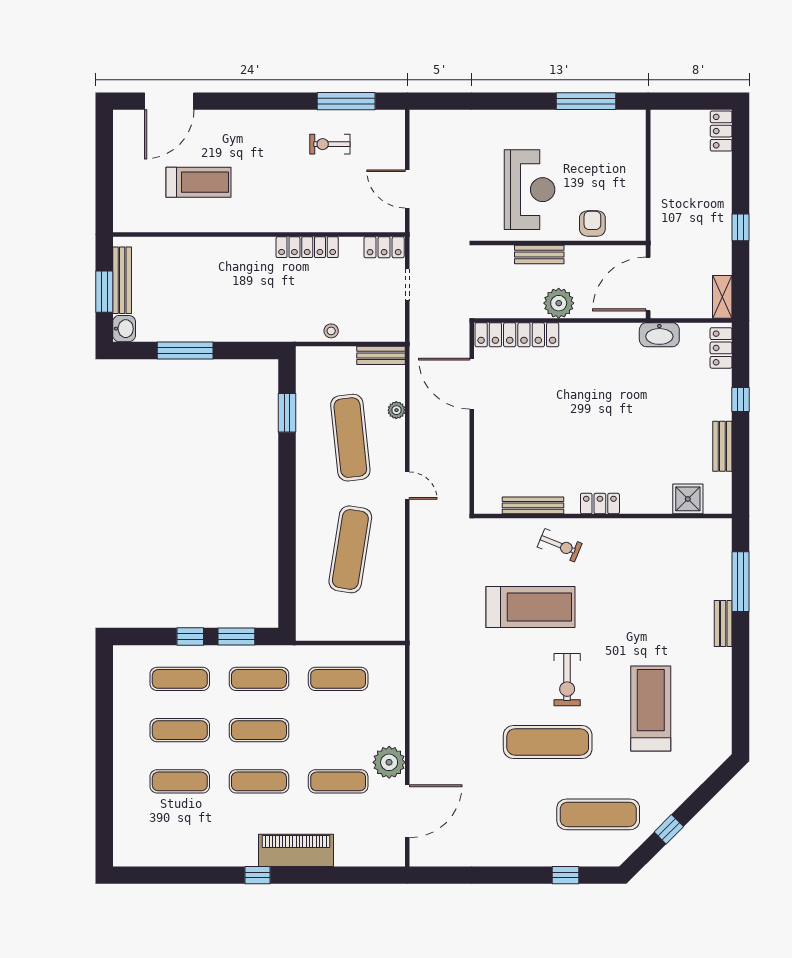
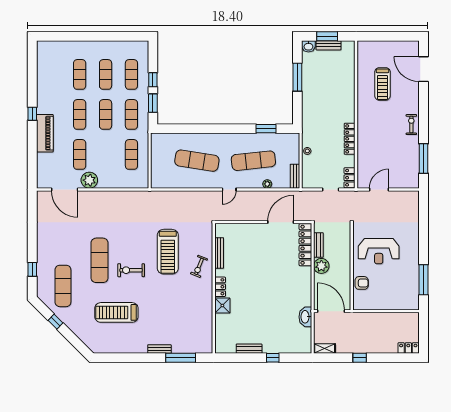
exercise bike: (330, 144) -> (411, 125), moved
bench: (539, 255) -> (318, 245), moved
bench: (122, 280) -> (328, 45), width x0.73
locker: (721, 348) -> (299, 348), removed
shower: (688, 499) -> (222, 306), moved
treadmill: (651, 709) -> (116, 312), turned 180

